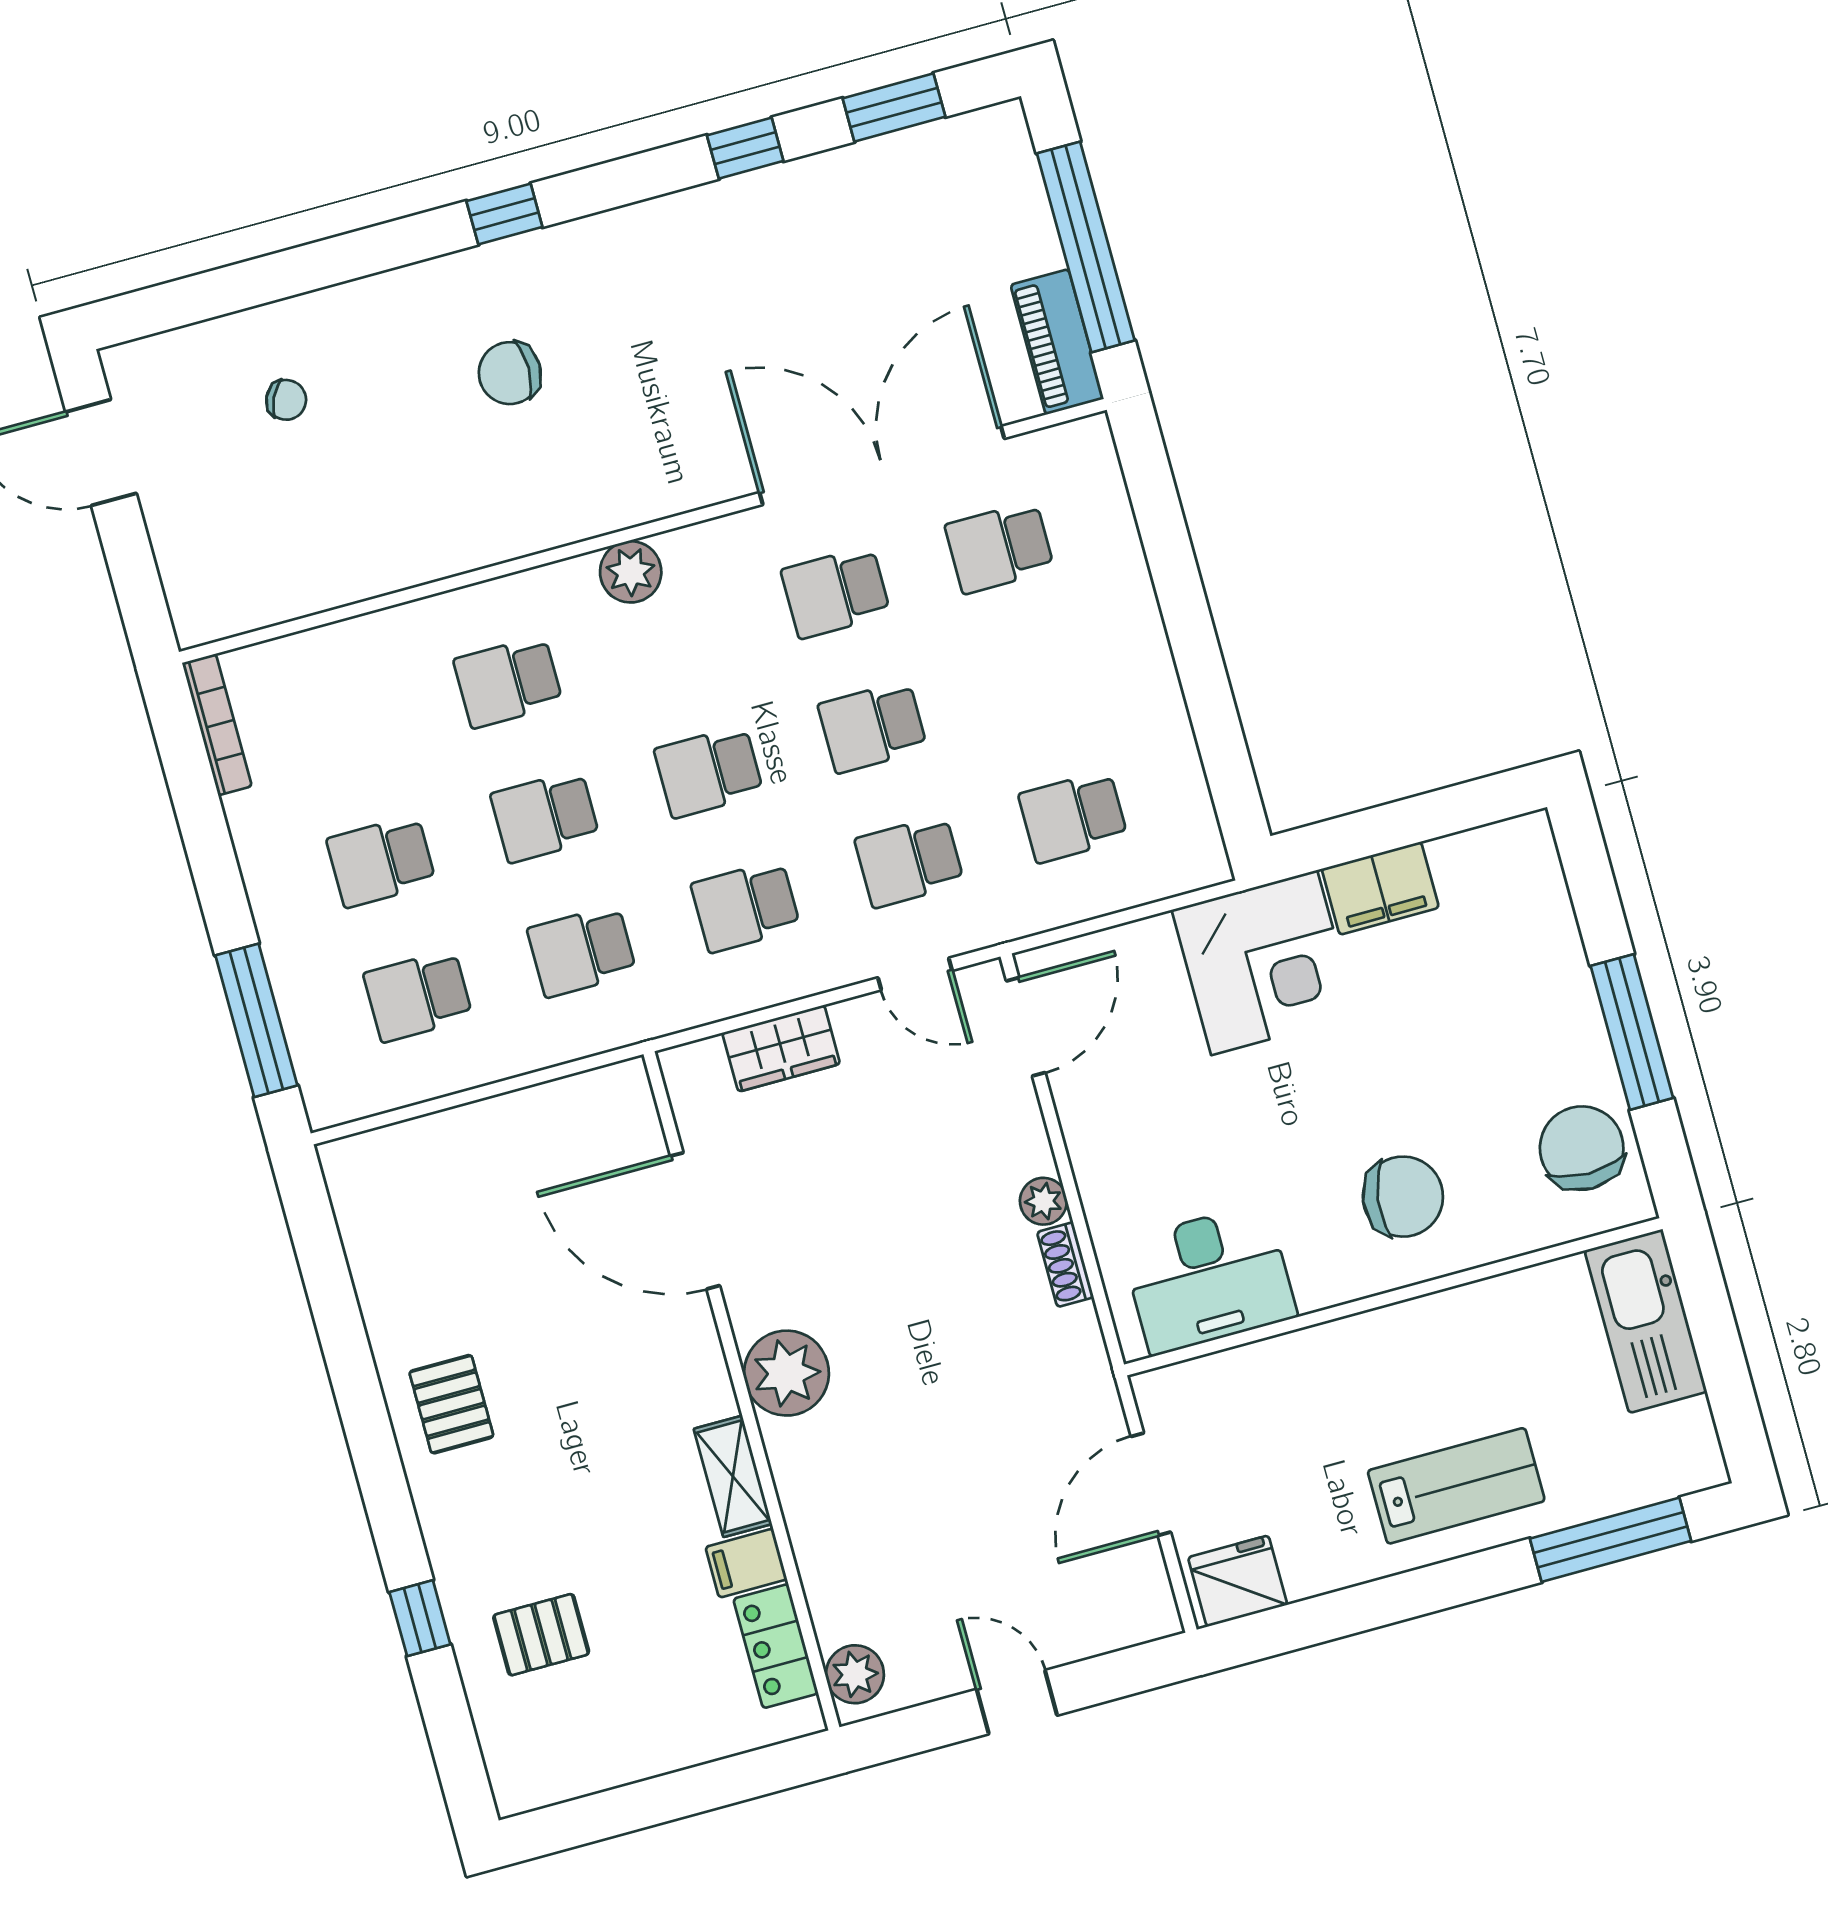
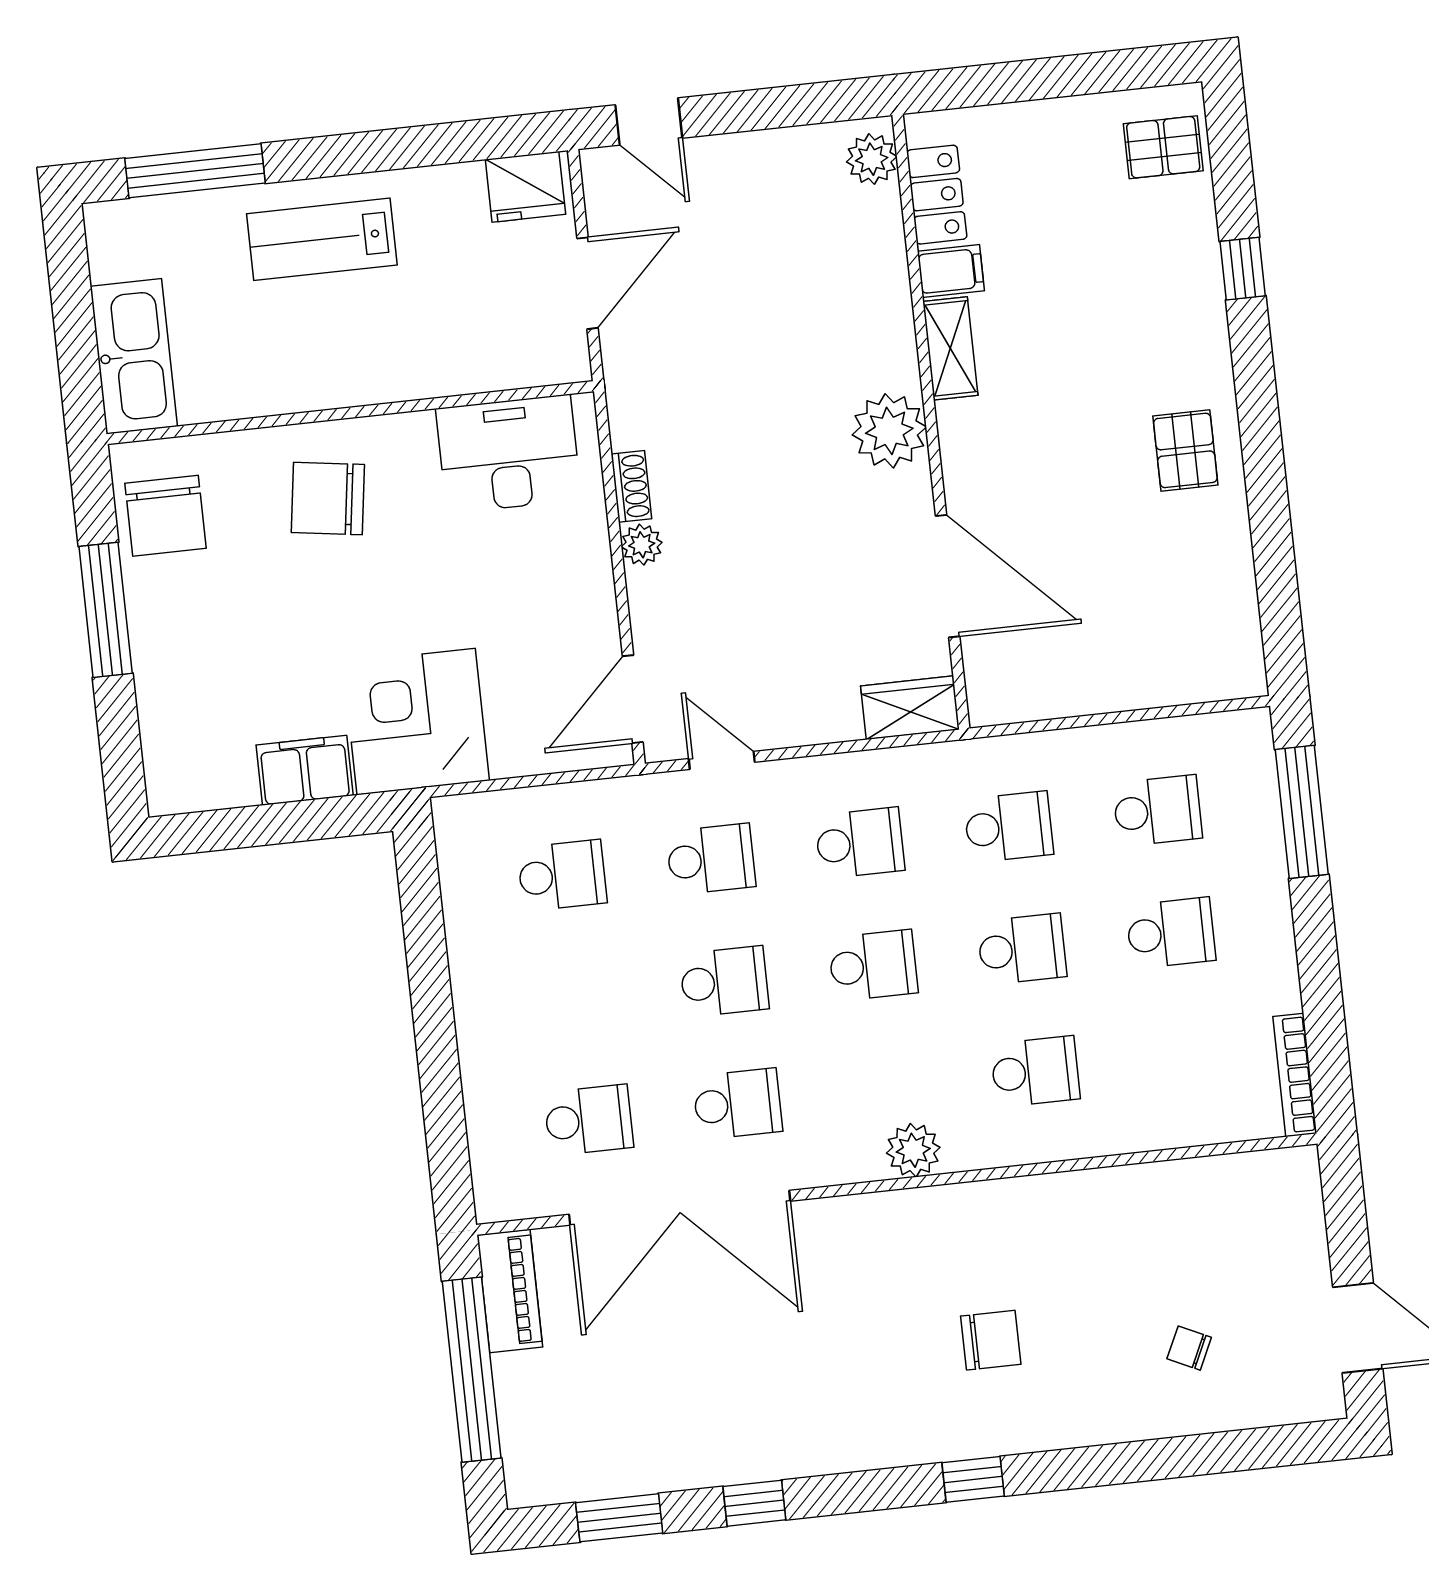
wardrobe: (781, 1048) -> (910, 708), moved
pallet: (541, 1635) -> (1163, 147), moved
door: (1017, 1702) -> (649, 121), moved

